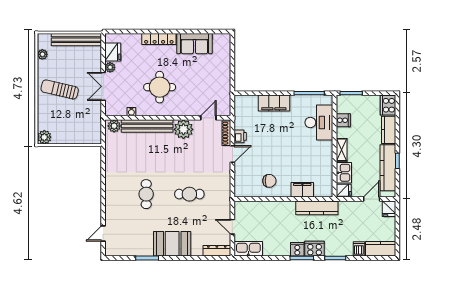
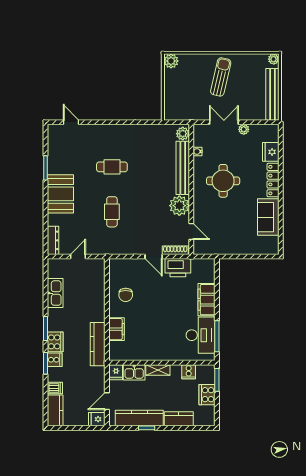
fridge: (113, 52) -> (271, 152), moved, turned 90
plant: (42, 54) -> (274, 59), moved
cooker: (388, 105) -> (207, 395), moved, turned -90
desk: (319, 122) -> (201, 335), moved, turned -90
printer: (240, 136) -> (178, 268), width x1.87, depth x1.48
door: (372, 199) -> (107, 401), swing flipped
kitchen sink: (248, 249) -> (55, 293), moved
cooker: (297, 249) -> (55, 360), moved

